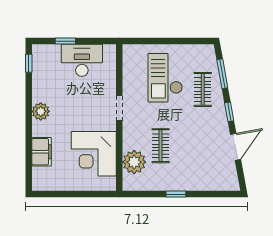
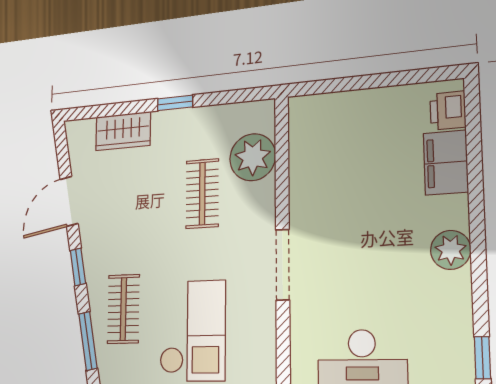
doorway: (119, 108) -> (283, 265), width x1.38
corner desk: (94, 154) -> (334, 167), removed
printer: (40, 176) -> (448, 111), added
wardrobe: (205, 182) -> (123, 131), added

